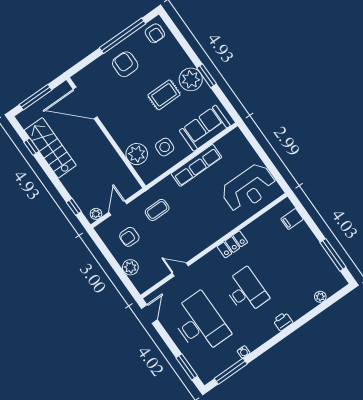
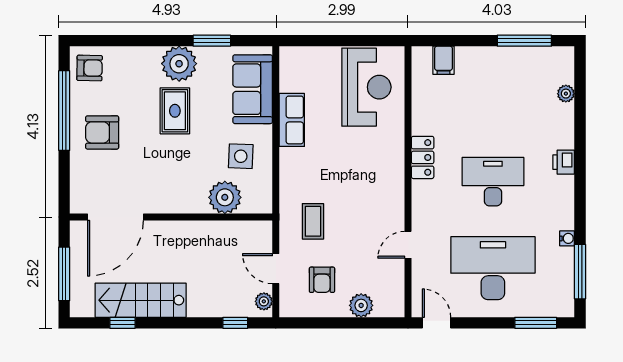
window: (207, 76) -> (212, 41), moved
row of seats: (196, 165) -> (292, 120), width x0.68

